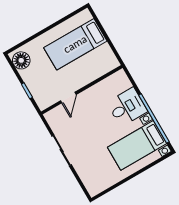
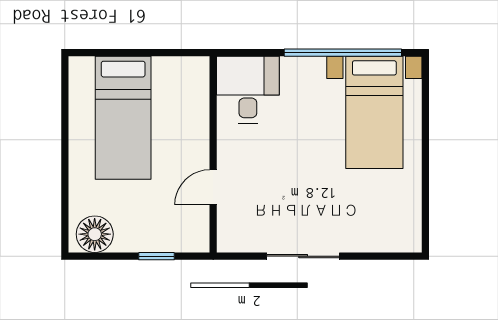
door: (68, 98) -> (213, 187), swing flipped
desk: (127, 107) -> (248, 90), moved

